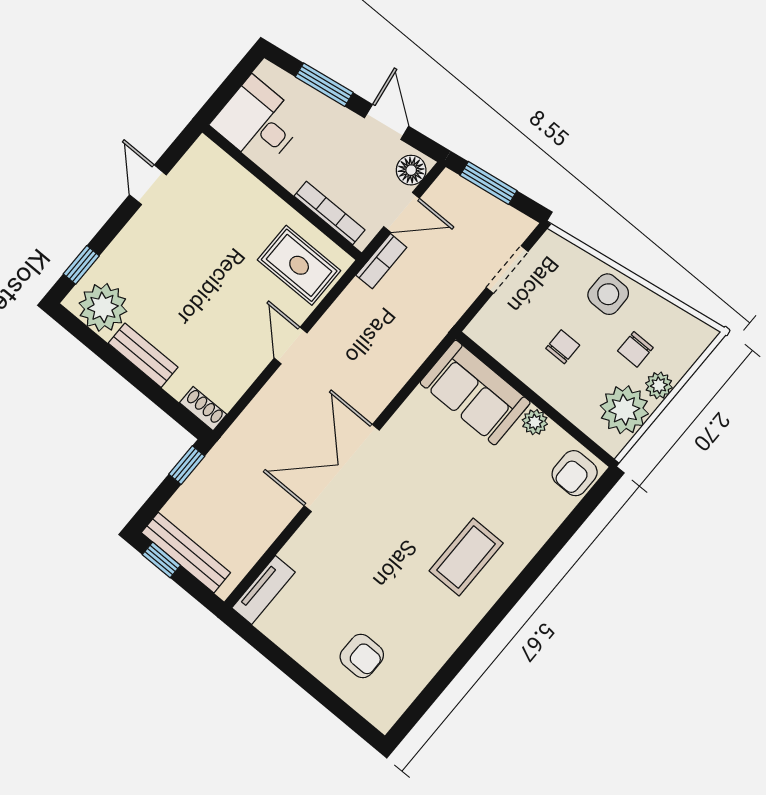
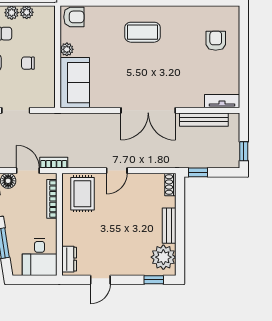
dresser: (218, 164) -> (69, 259), added
plant: (624, 410) -> (27, 12), width x0.53, depth x0.53
bench: (186, 553) -> (204, 120), moved, turned 90

